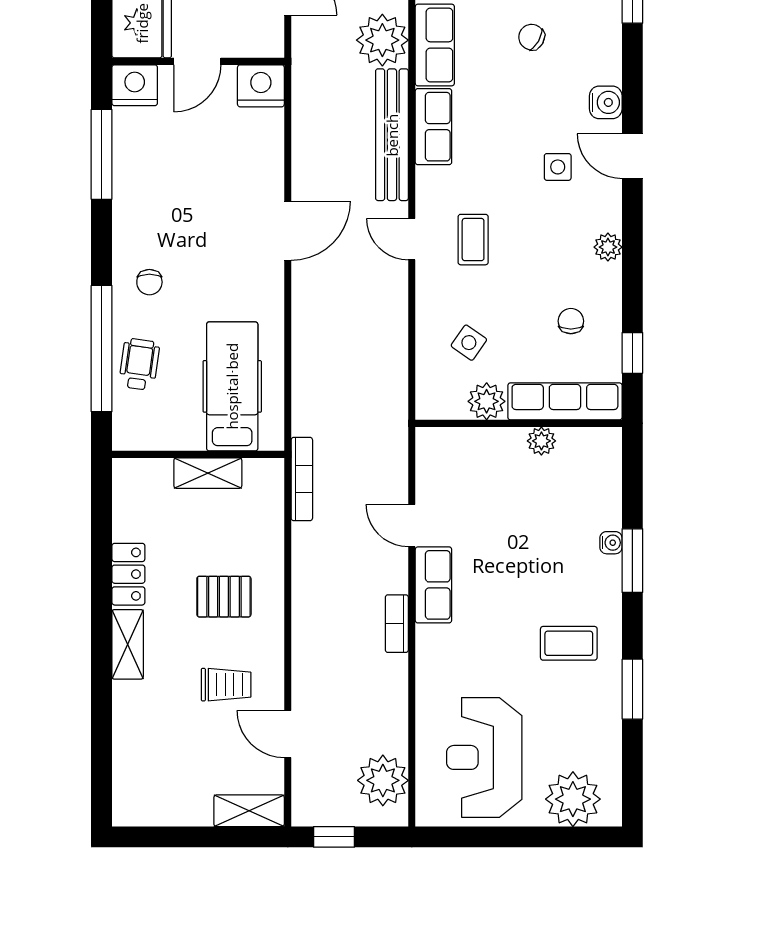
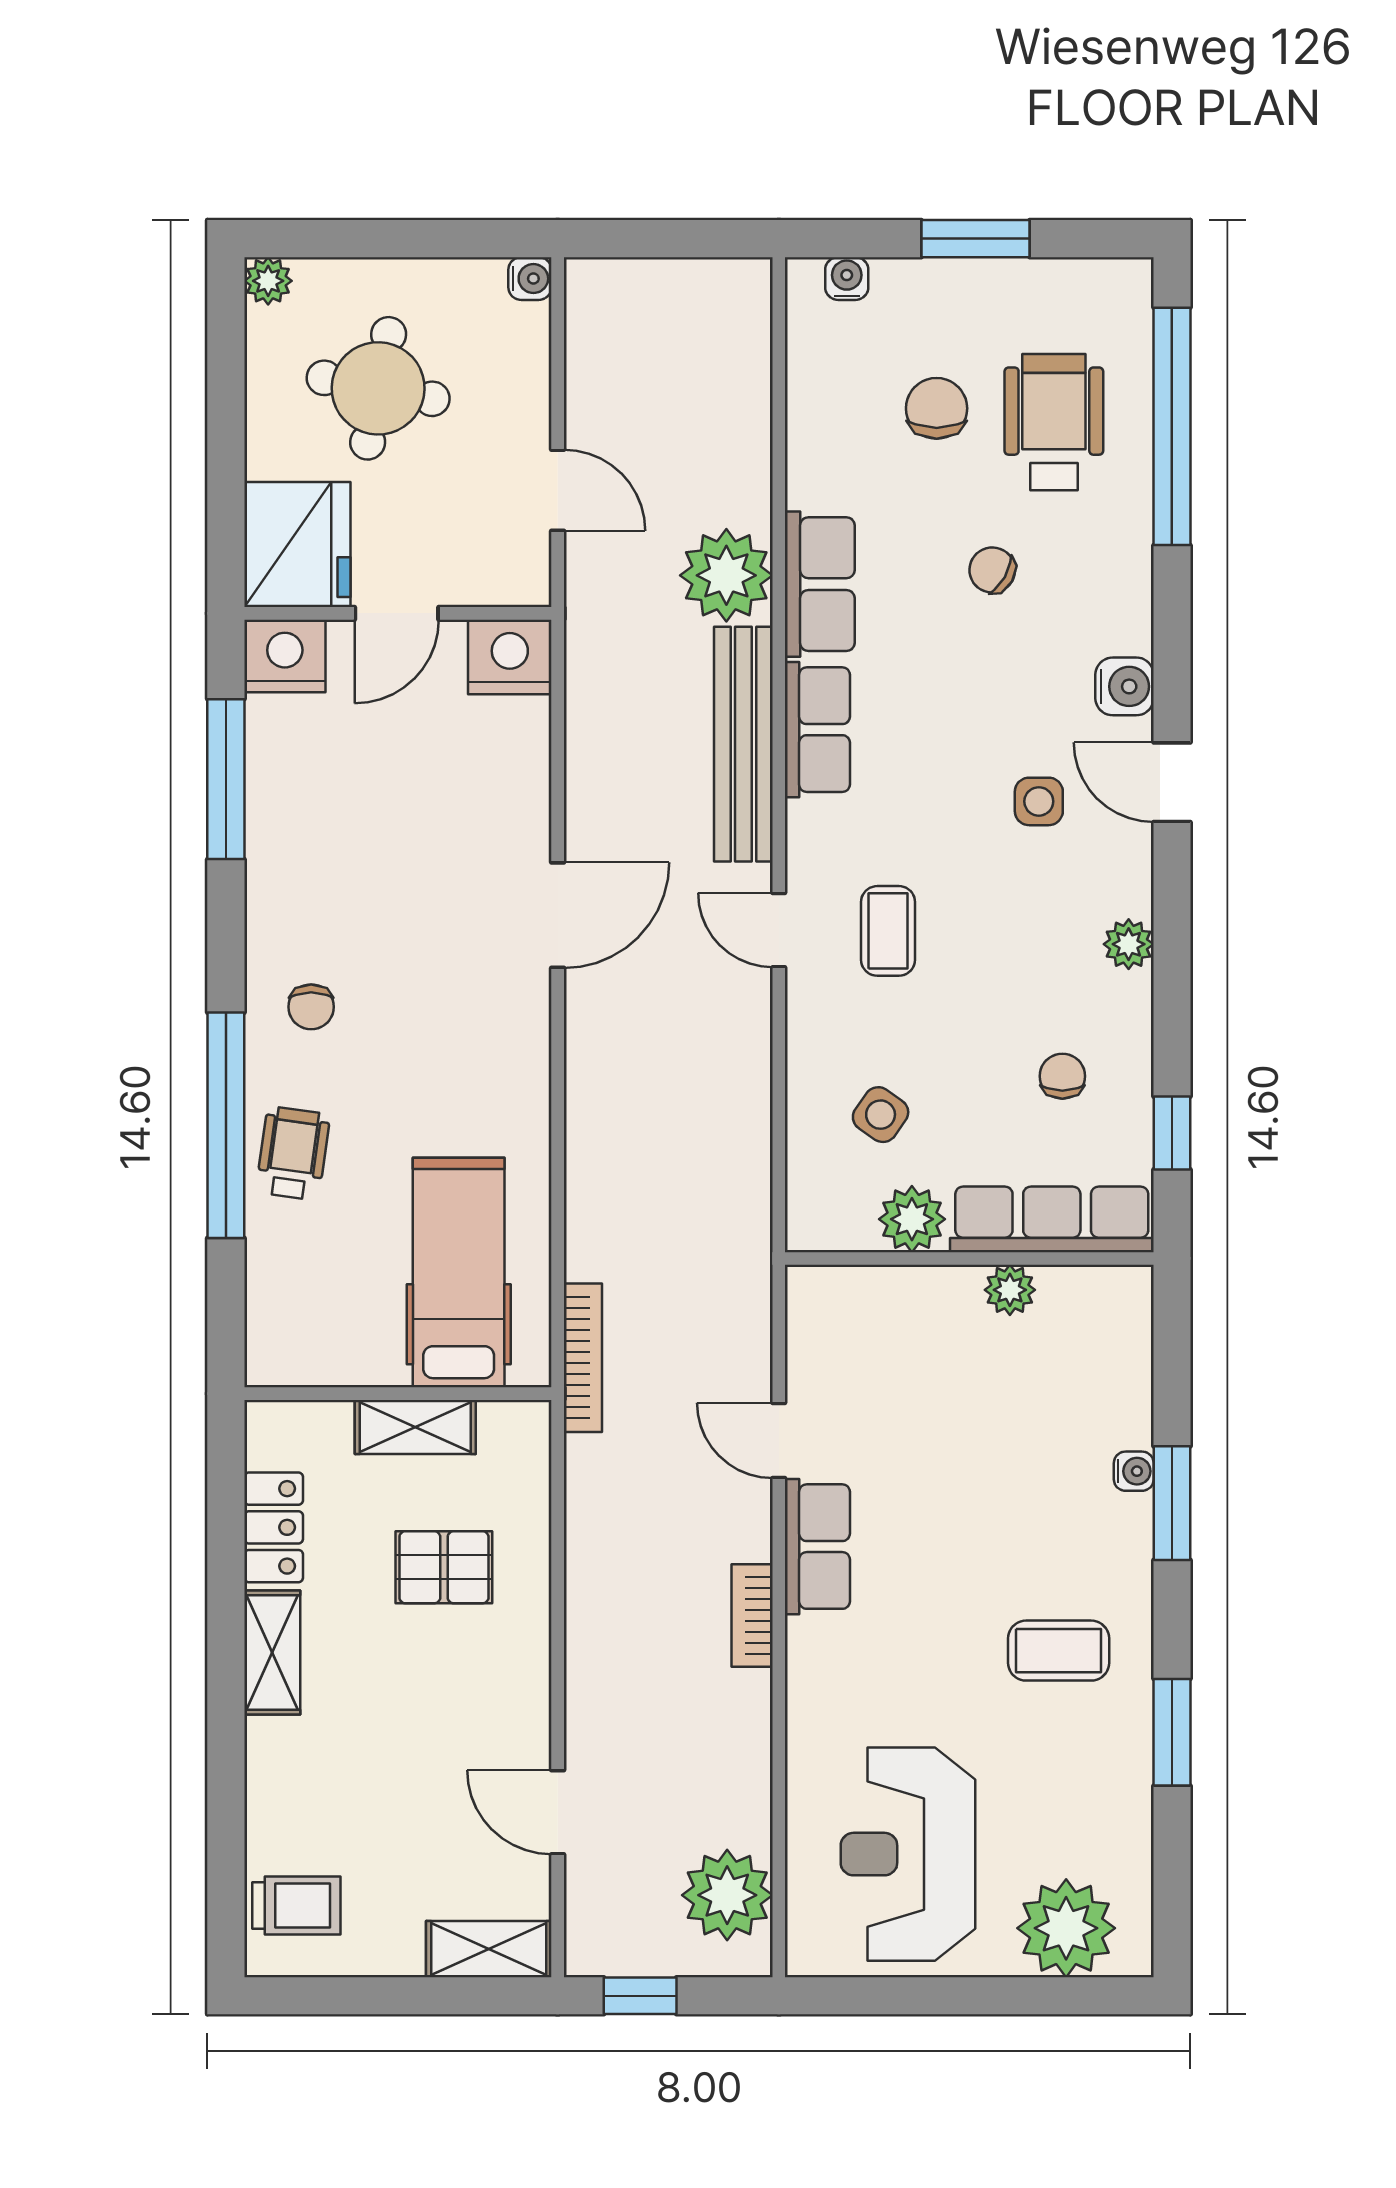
hospital bed: (232, 386) -> (459, 1273), moved
wall: (198, 454) -> (398, 1394), moved
shelving: (208, 473) -> (415, 1427), moved
trolley: (226, 685) -> (296, 1906), moved

